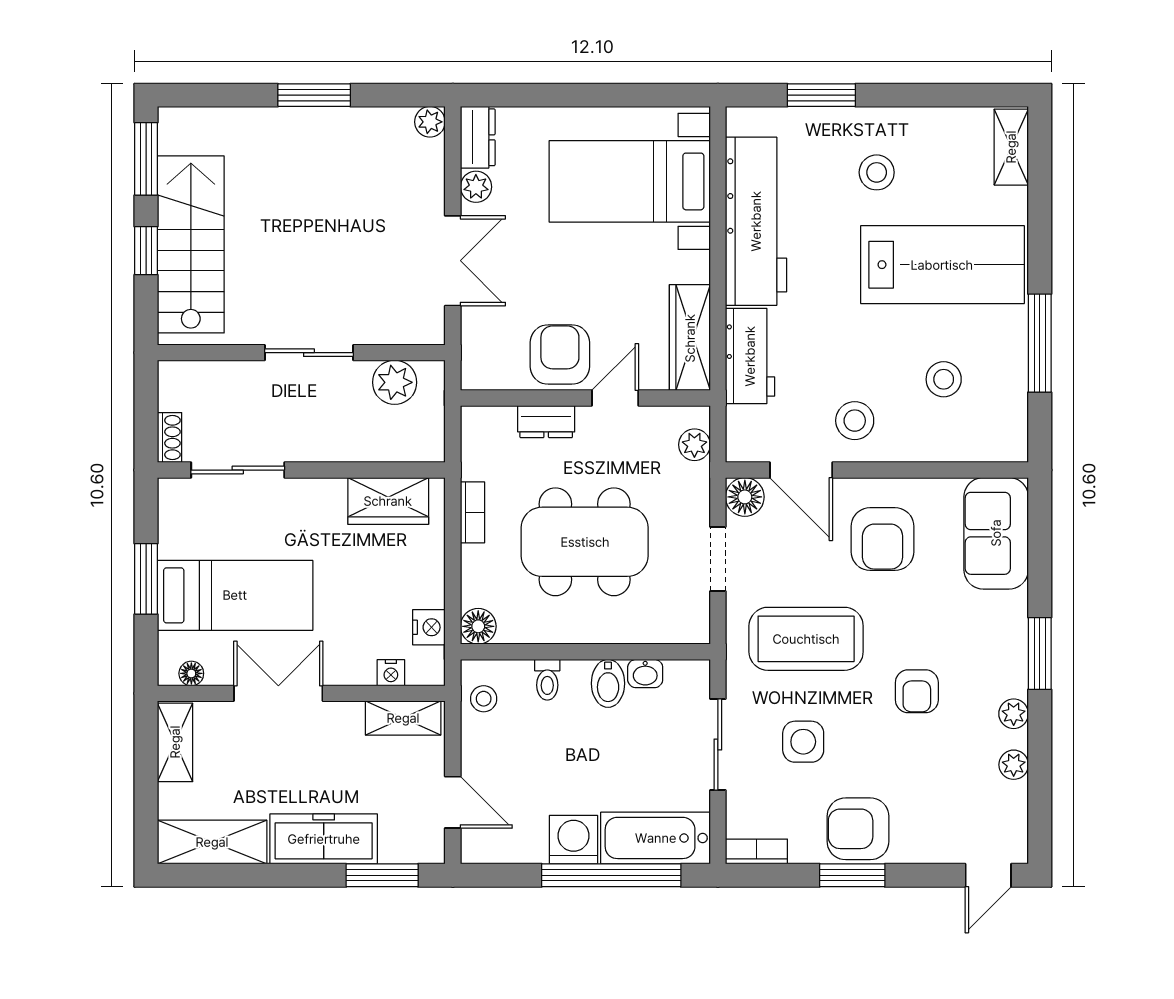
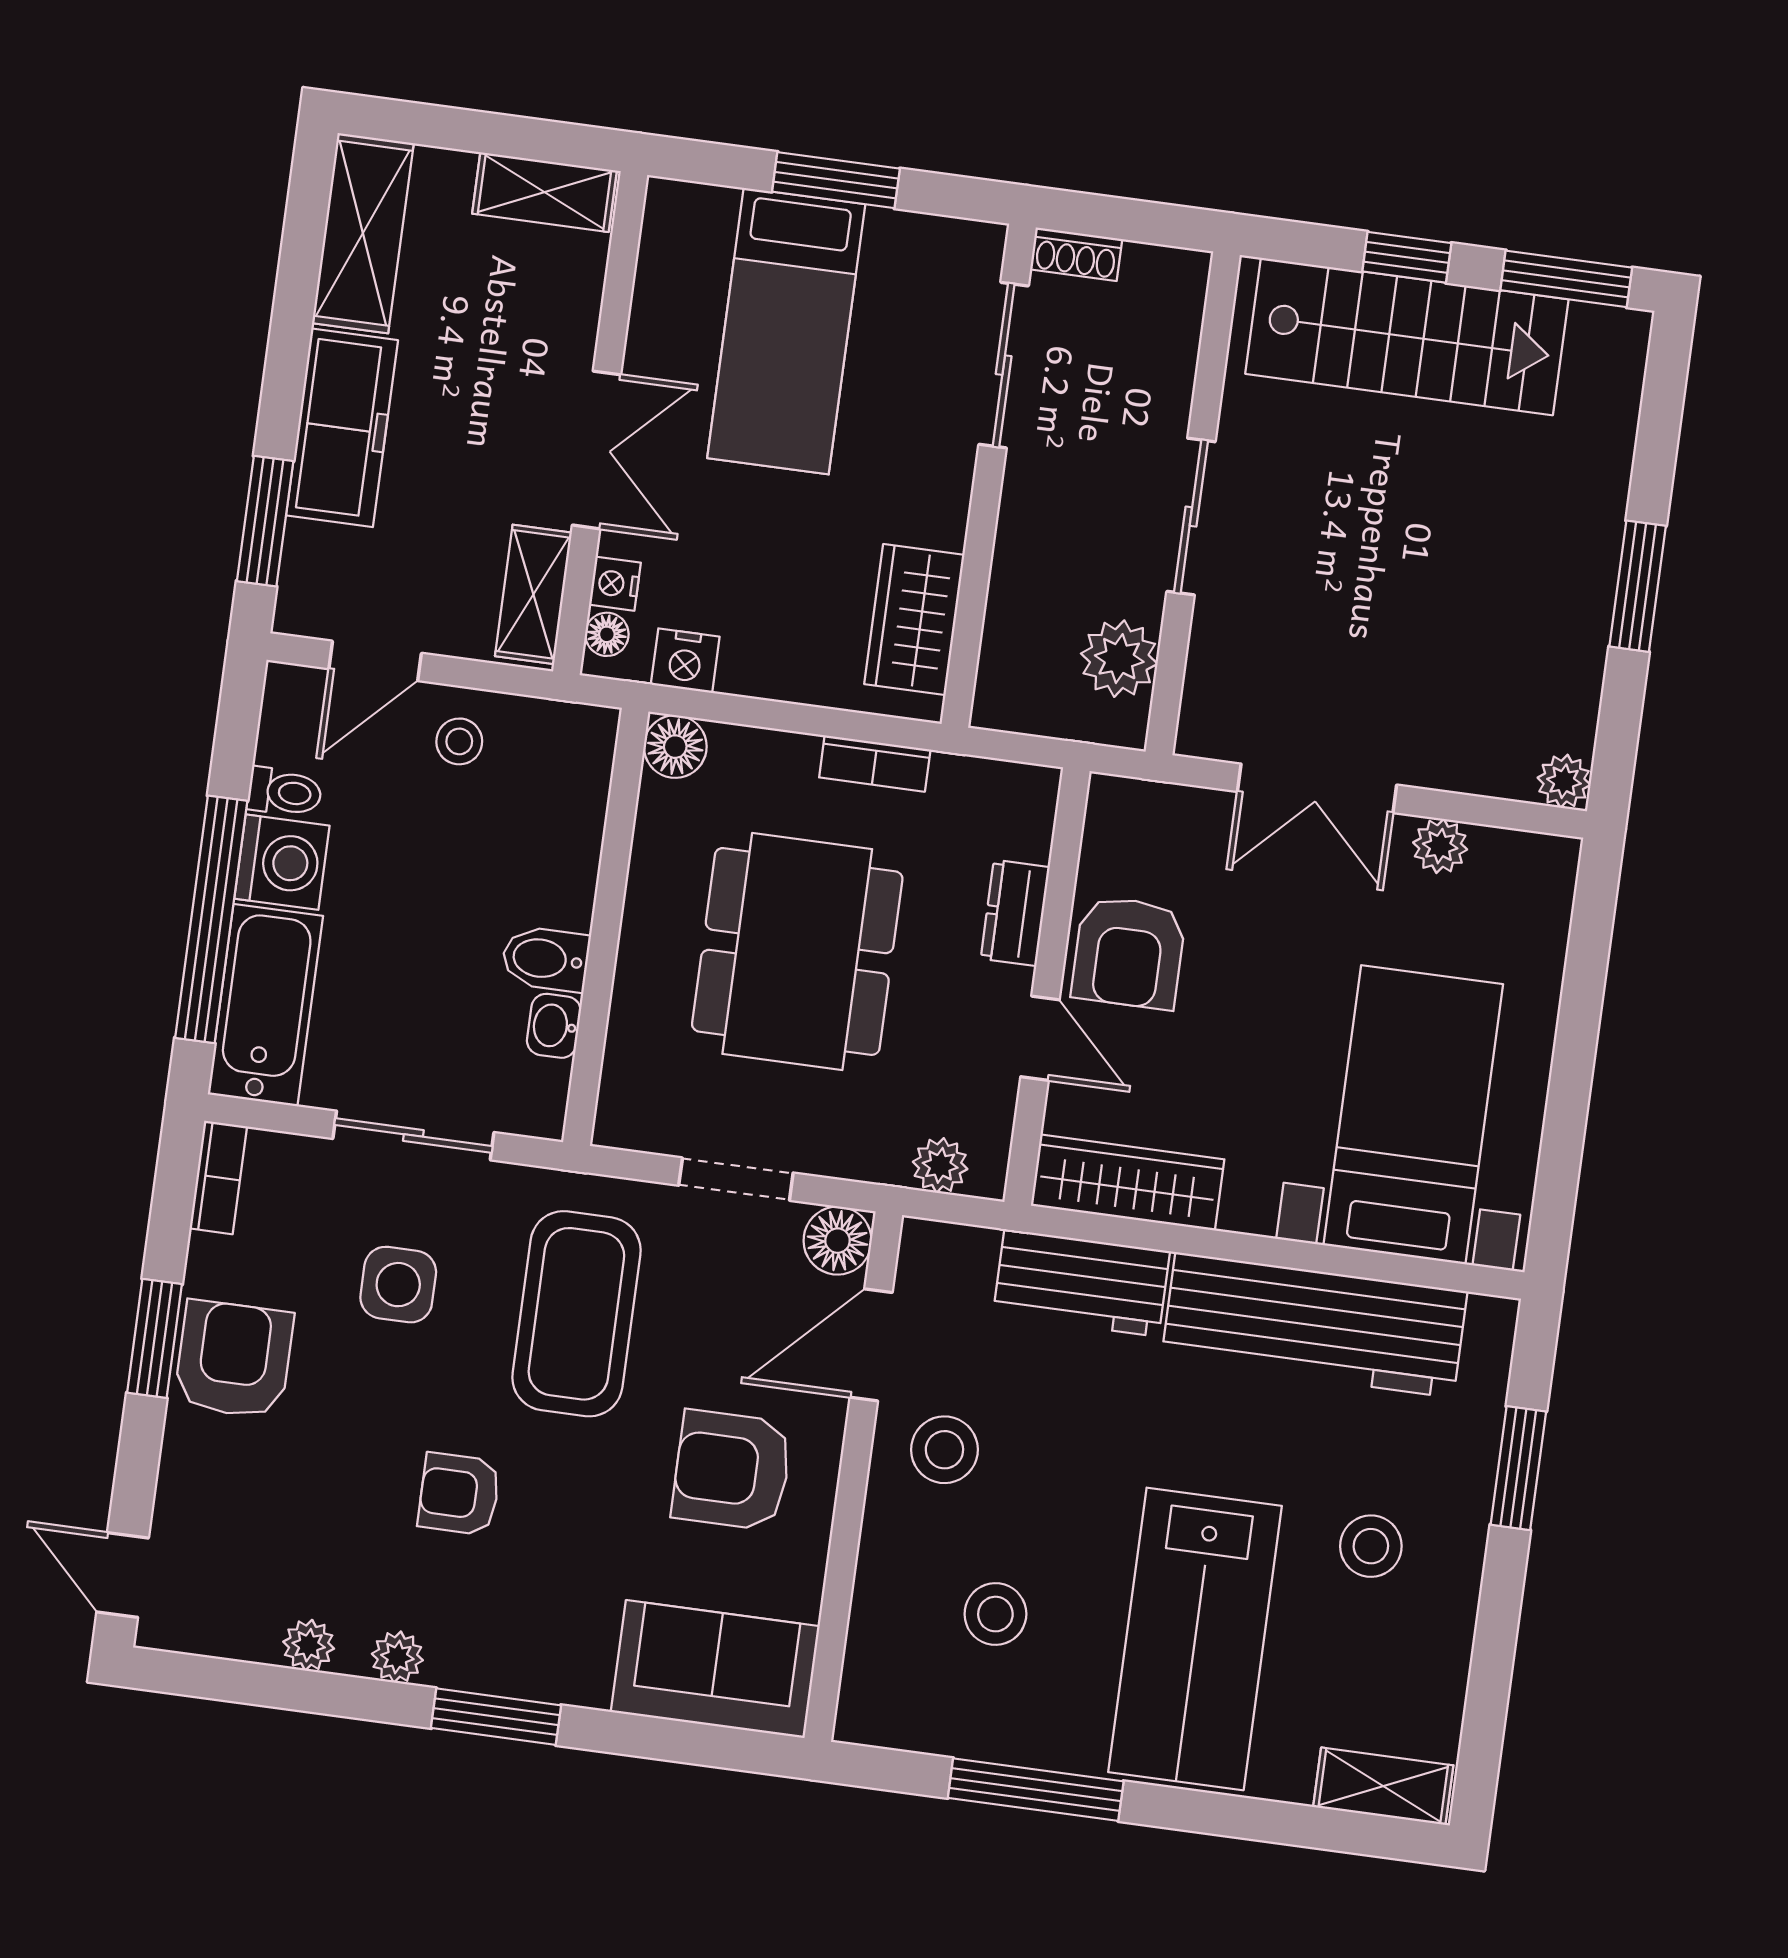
dresser: (478, 137) -> (1526, 861), removed
armchair: (560, 354) -> (1129, 953), turned 90
floor lamp: (191, 673) -> (607, 634), moved
toilet: (547, 680) -> (285, 792), moved, turned 180
double door: (278, 693) -> (597, 450), moved
stool: (484, 699) -> (459, 741), moved

